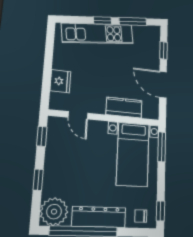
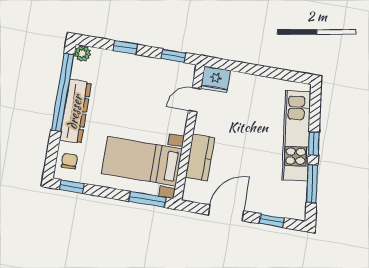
fridge: (60, 81) -> (215, 79), moved
plant: (54, 212) -> (82, 53), width x0.53, depth x0.53

